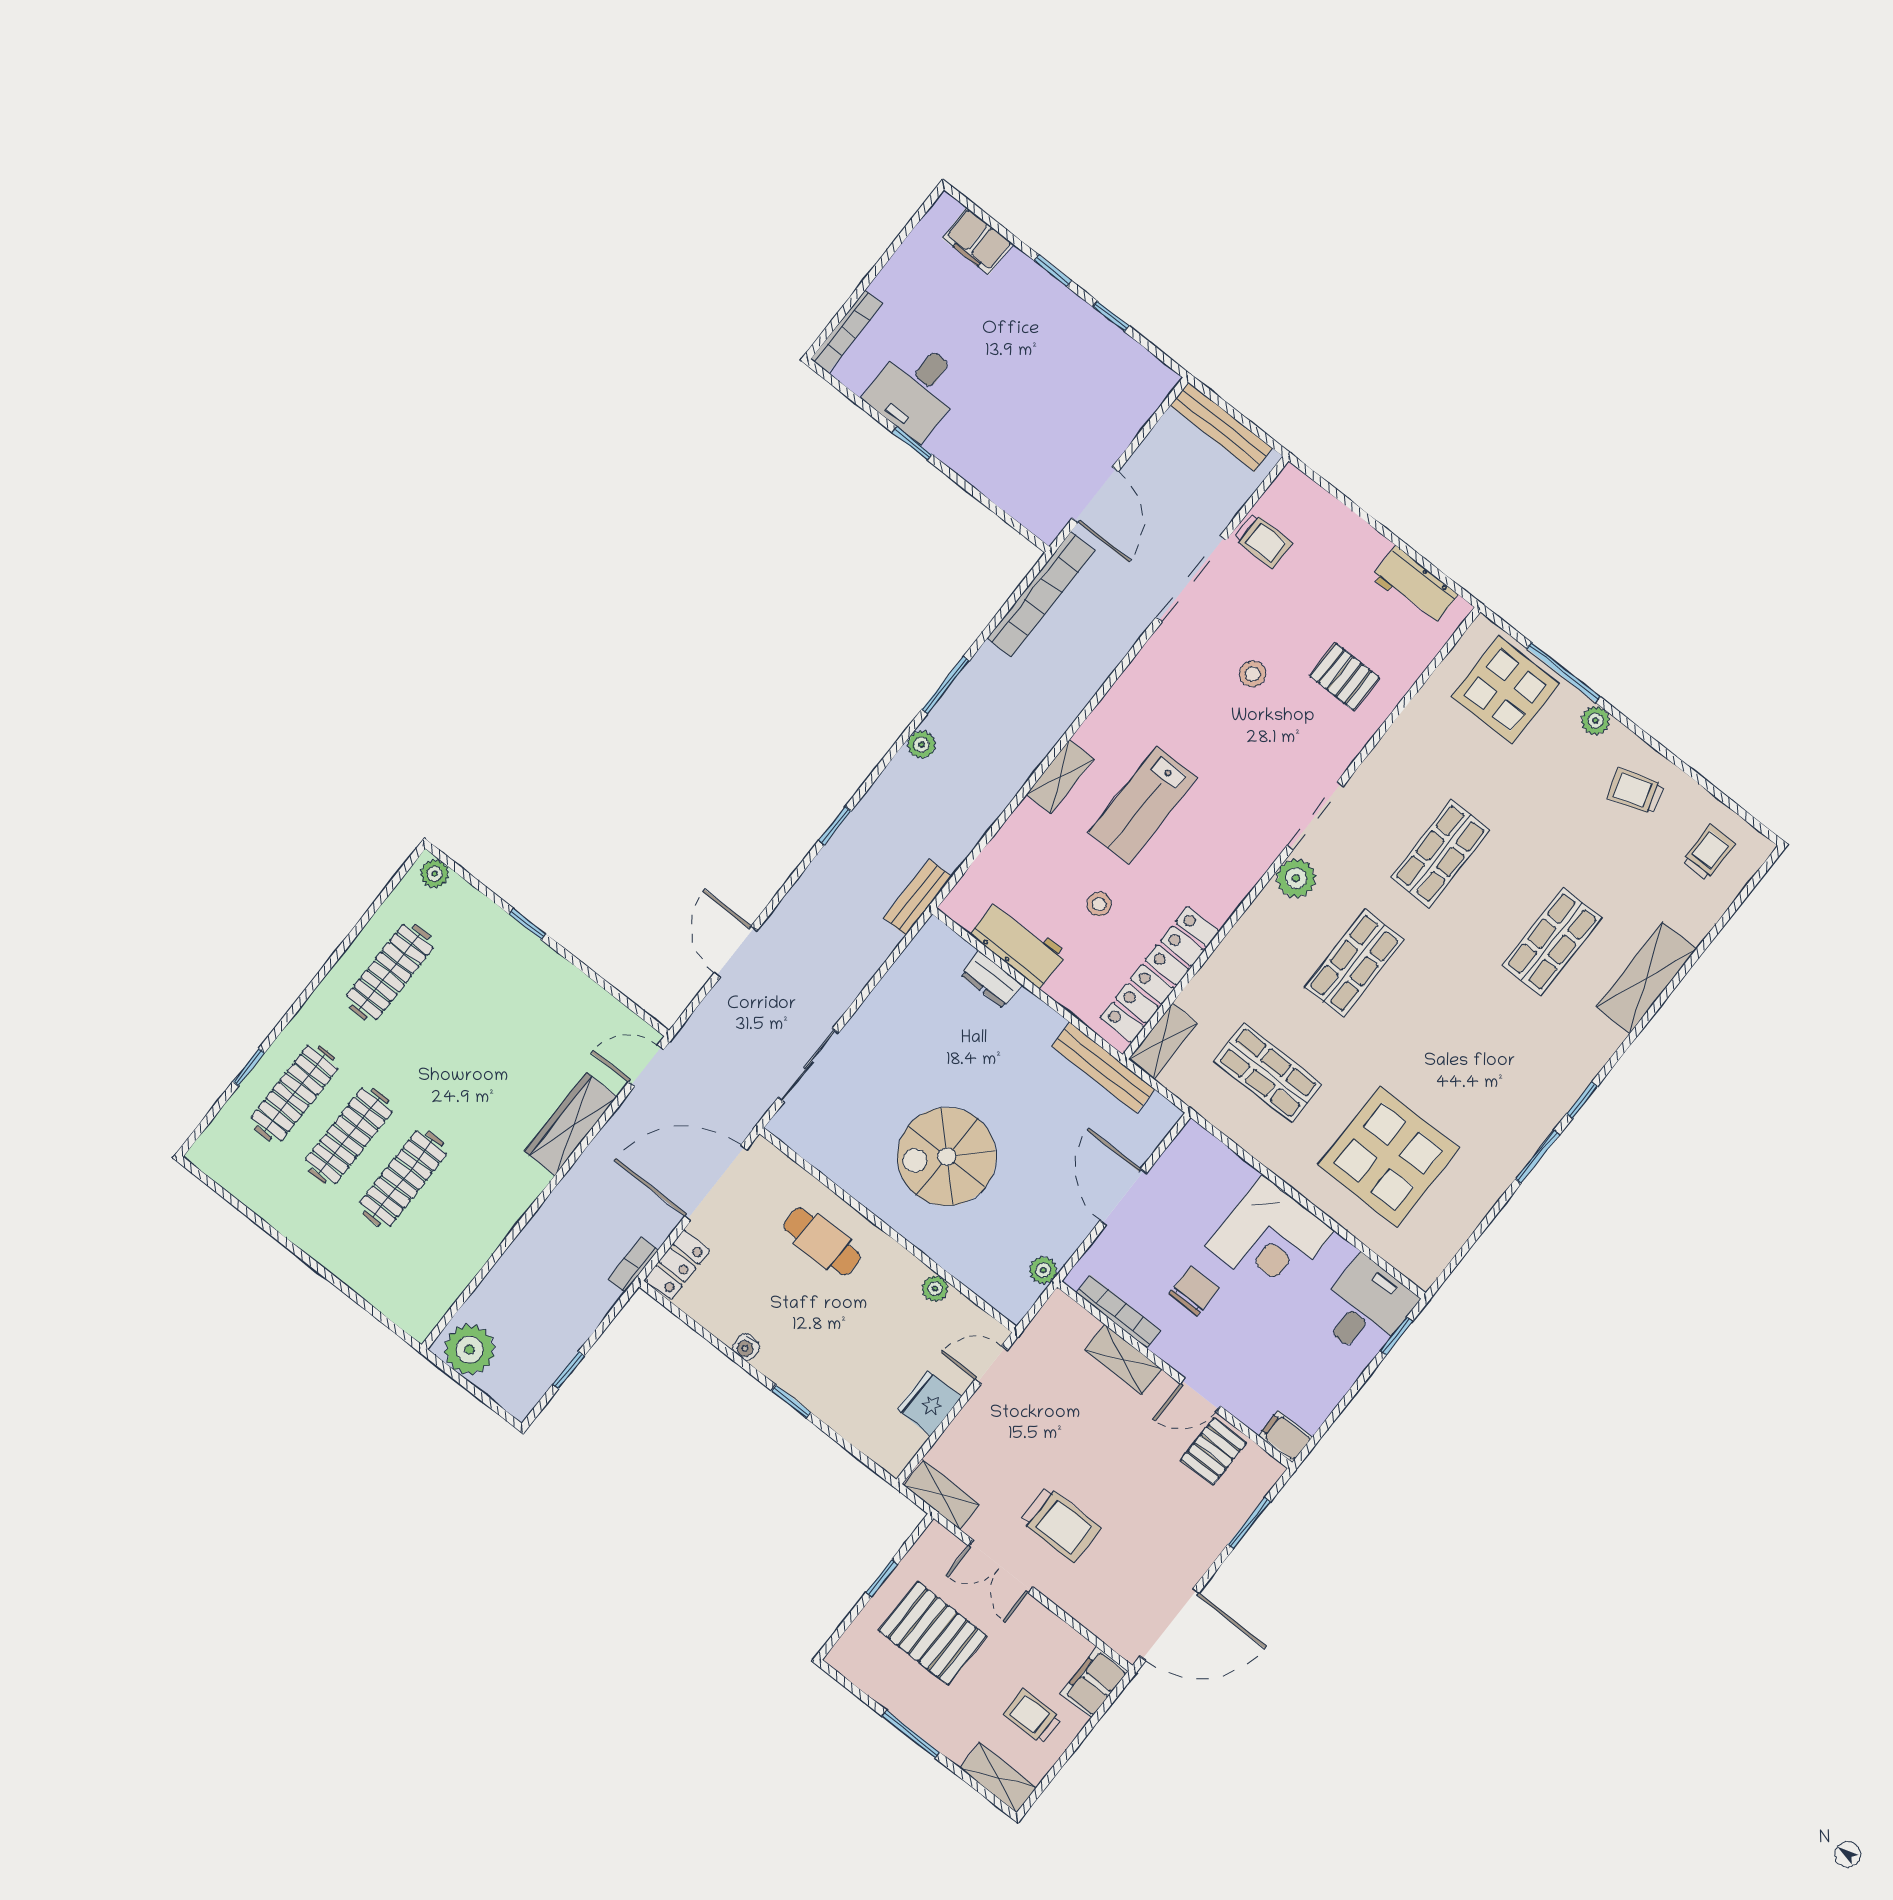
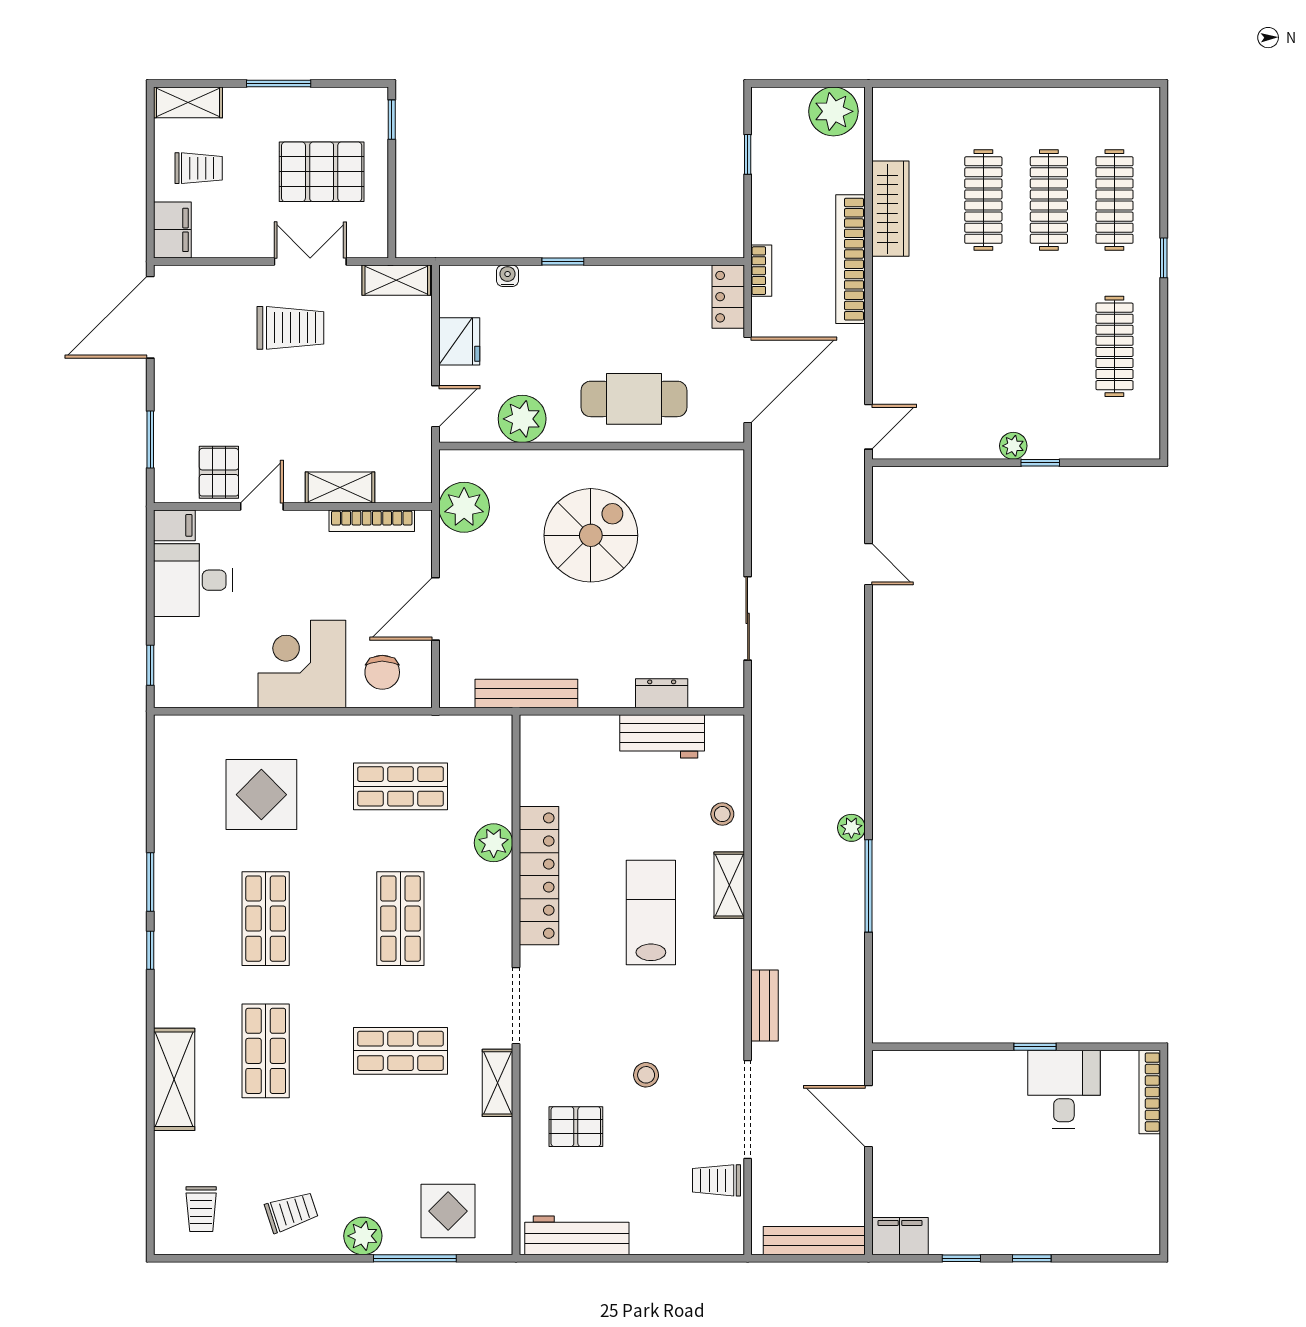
filing cabinet: (978, 241) -> (900, 1236), moved
workbench: (1415, 586) -> (577, 1235), width x1.38
bookcase: (1041, 594) -> (850, 259), moved
window: (945, 685) -> (868, 886), width x1.44
display table: (1505, 690) -> (448, 1211), width x0.73, depth x0.73
plant: (1595, 721) -> (363, 1236), width x1.38, depth x1.38
window: (835, 826) -> (868, 716), removed
shop shelf: (1440, 854) -> (400, 1051), turned 90
plant: (435, 874) -> (1013, 446), moved
plant: (1296, 878) -> (494, 843), moved
bench: (918, 897) -> (765, 1005), moved
stool: (1099, 904) -> (722, 814), moved
door: (736, 952) -> (868, 564), width x0.73
locker: (1160, 974) -> (539, 876), moved
shelving: (1163, 1041) -> (497, 1083), moved
shop shelf: (1466, 1051) -> (266, 919), added
sliding door: (808, 1065) -> (748, 618), moved
window: (249, 1067) -> (1164, 258), moved
wardrobe: (571, 1124) -> (890, 209), moved
display table: (1388, 1157) -> (261, 795), width x0.73, depth x0.73
door: (1123, 1197) -> (435, 609), swing flipped
cafe table: (822, 1241) -> (634, 399), width x1.37, depth x1.35
plant: (1043, 1270) -> (464, 507), width x1.87, depth x1.87
plant: (935, 1289) -> (522, 419), width x1.88, depth x1.88
chair: (1194, 1291) -> (382, 672), moved
desk: (1365, 1308) -> (193, 580), moved, turned 90
water cooler: (746, 1347) -> (508, 276), moved
trolley: (1060, 1524) -> (290, 328), turned 180
window: (882, 1578) -> (392, 120), moved

